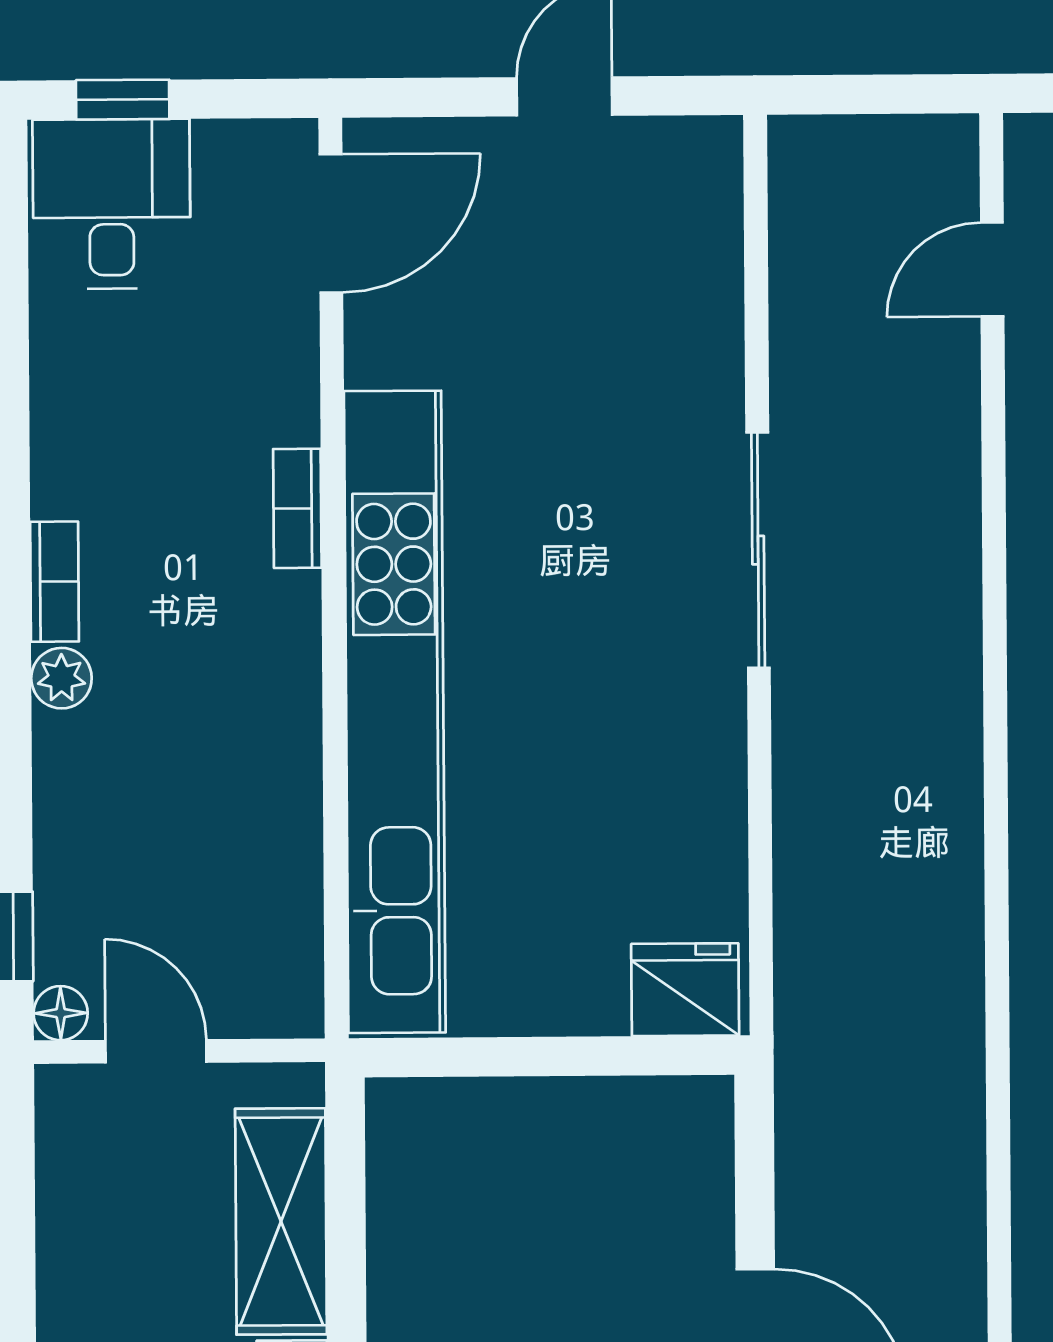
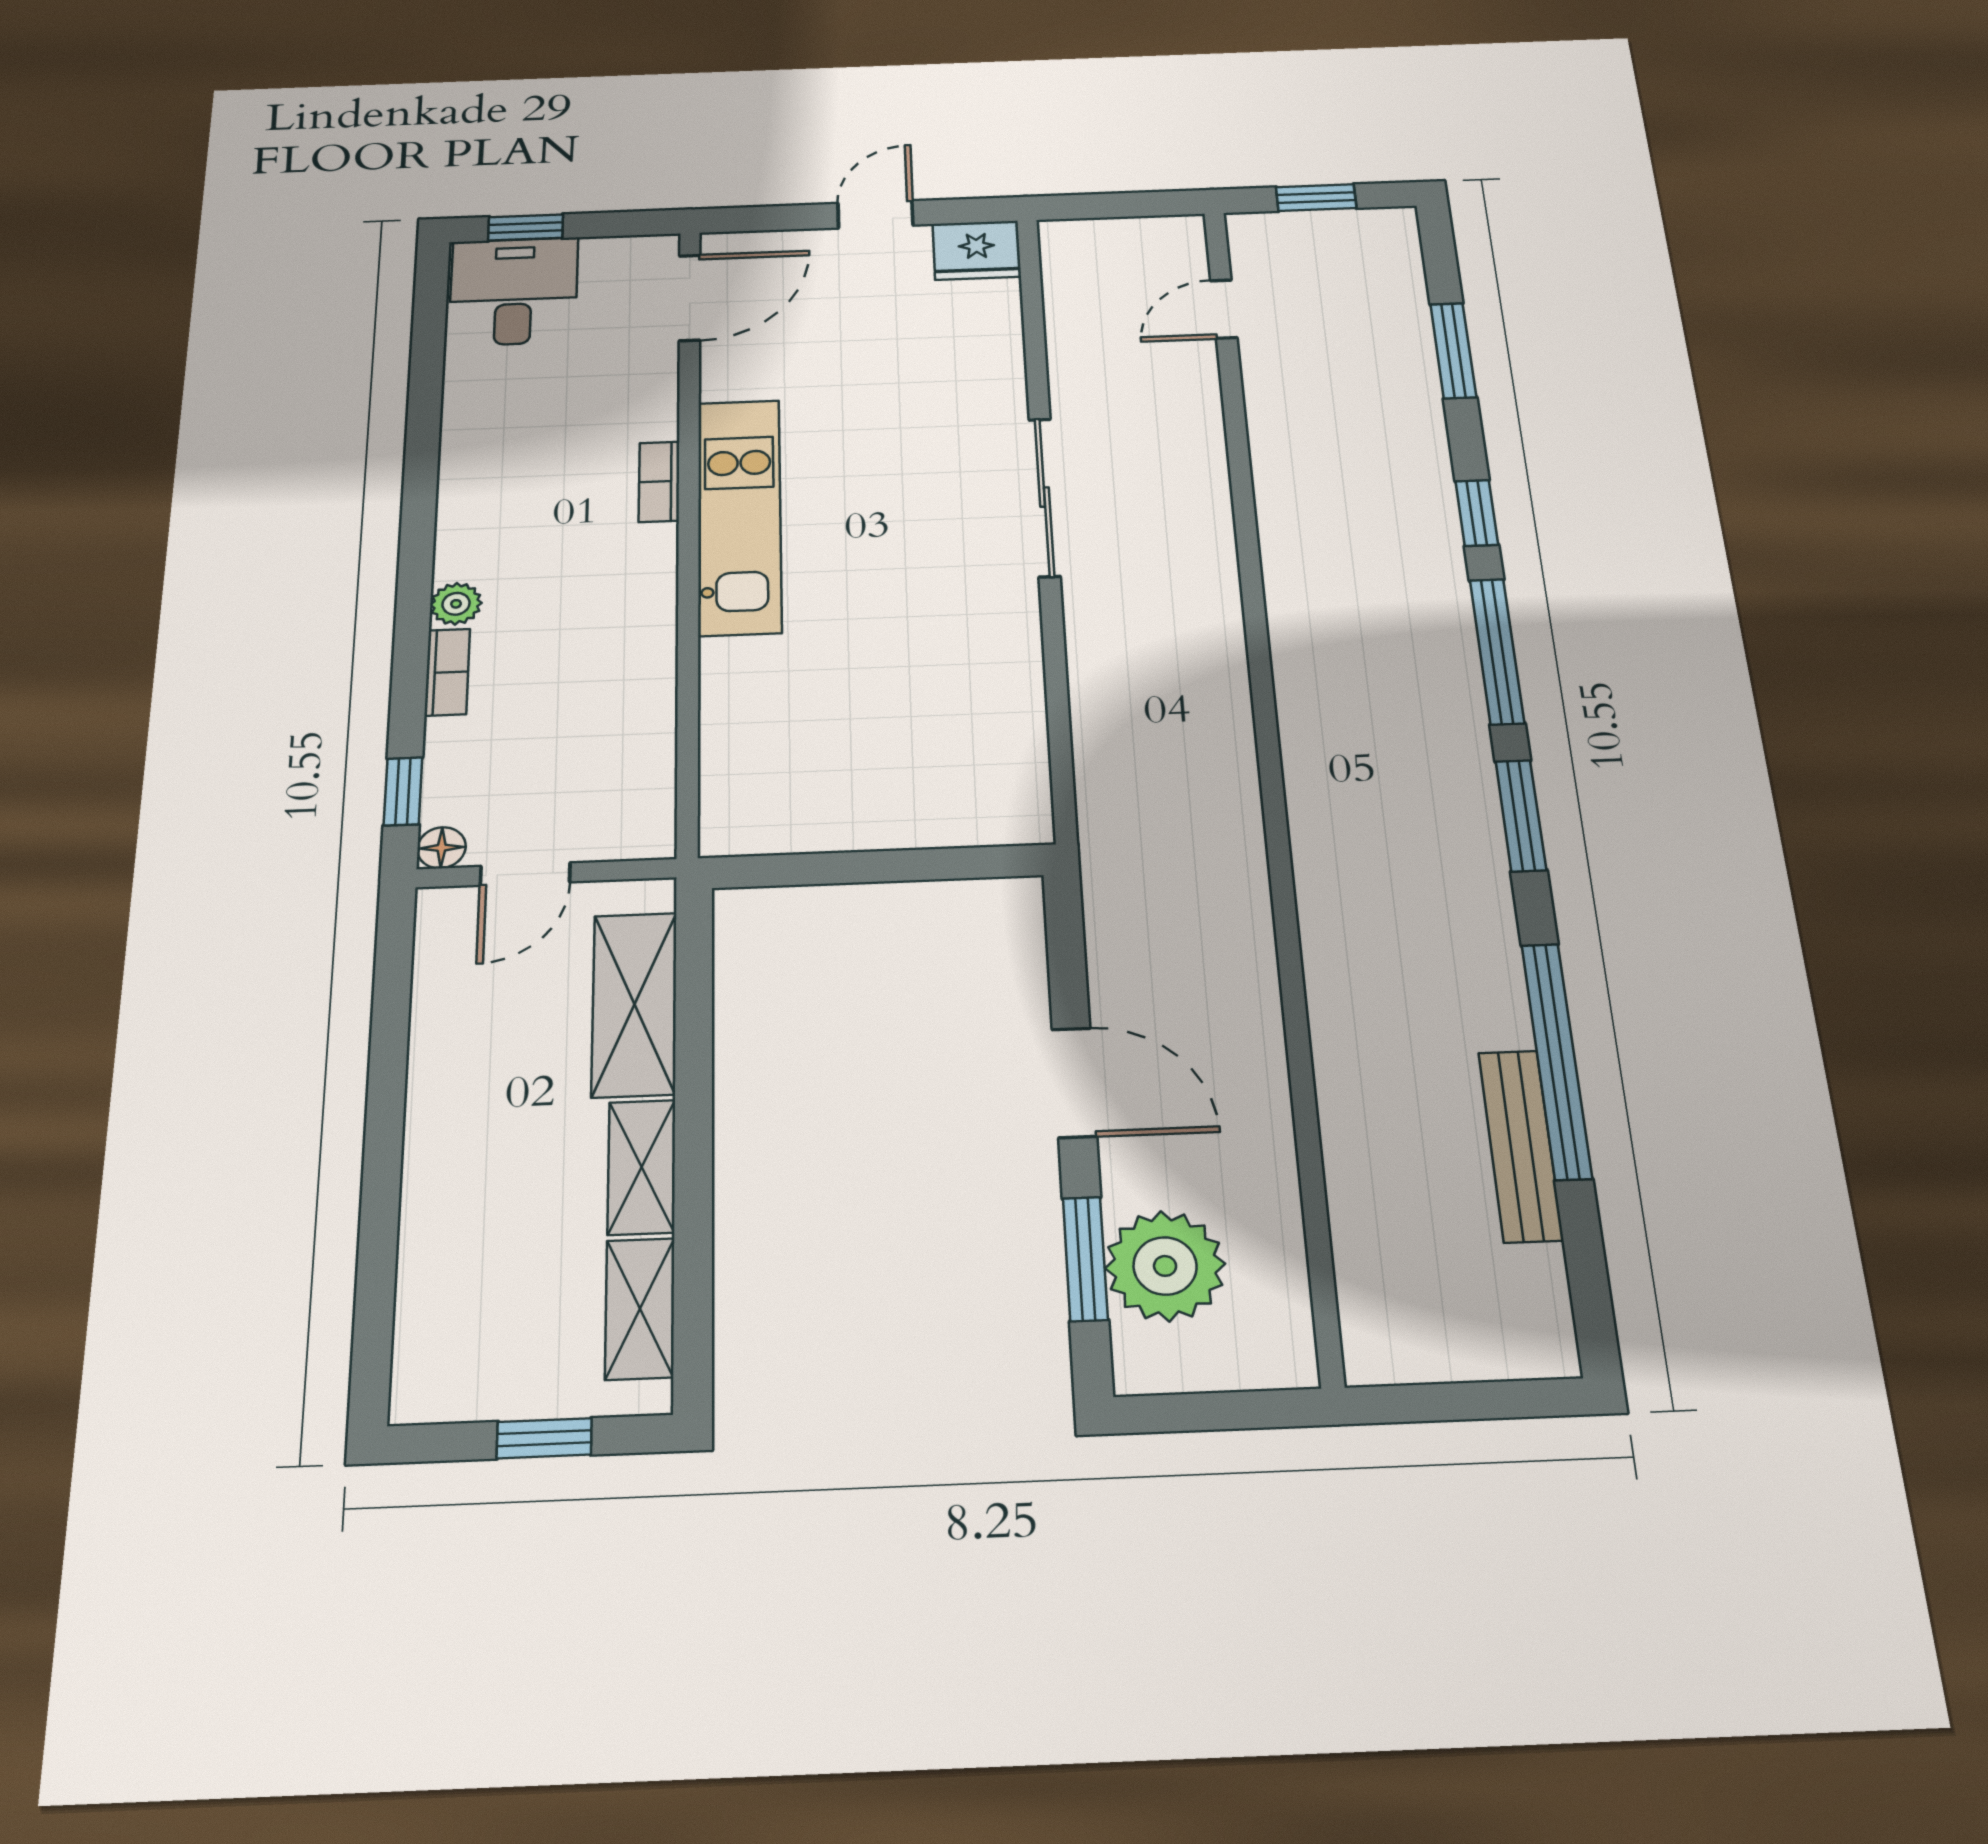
bookcase: (55, 582) -> (447, 672), moved
kitchen unit: (395, 712) -> (739, 516), width x0.54
fridge: (685, 990) -> (977, 250), moved, turned 180
door: (156, 1051) -> (525, 874), swing flipped

